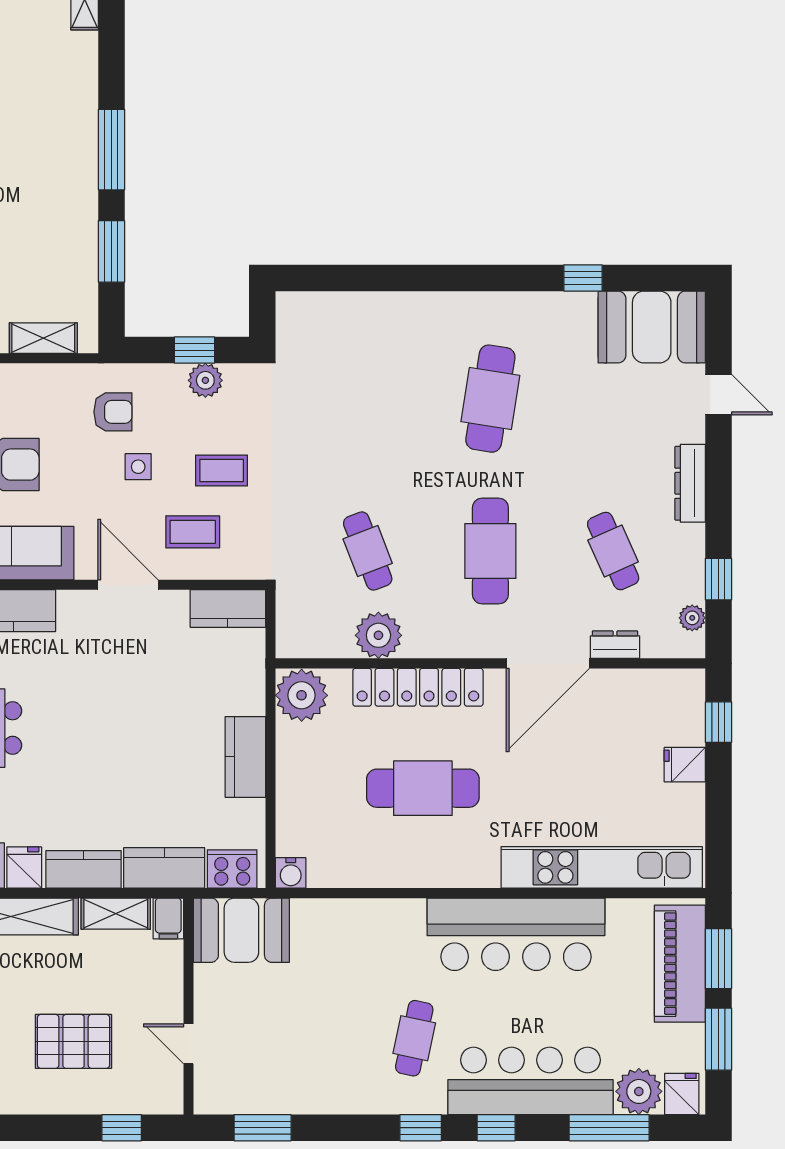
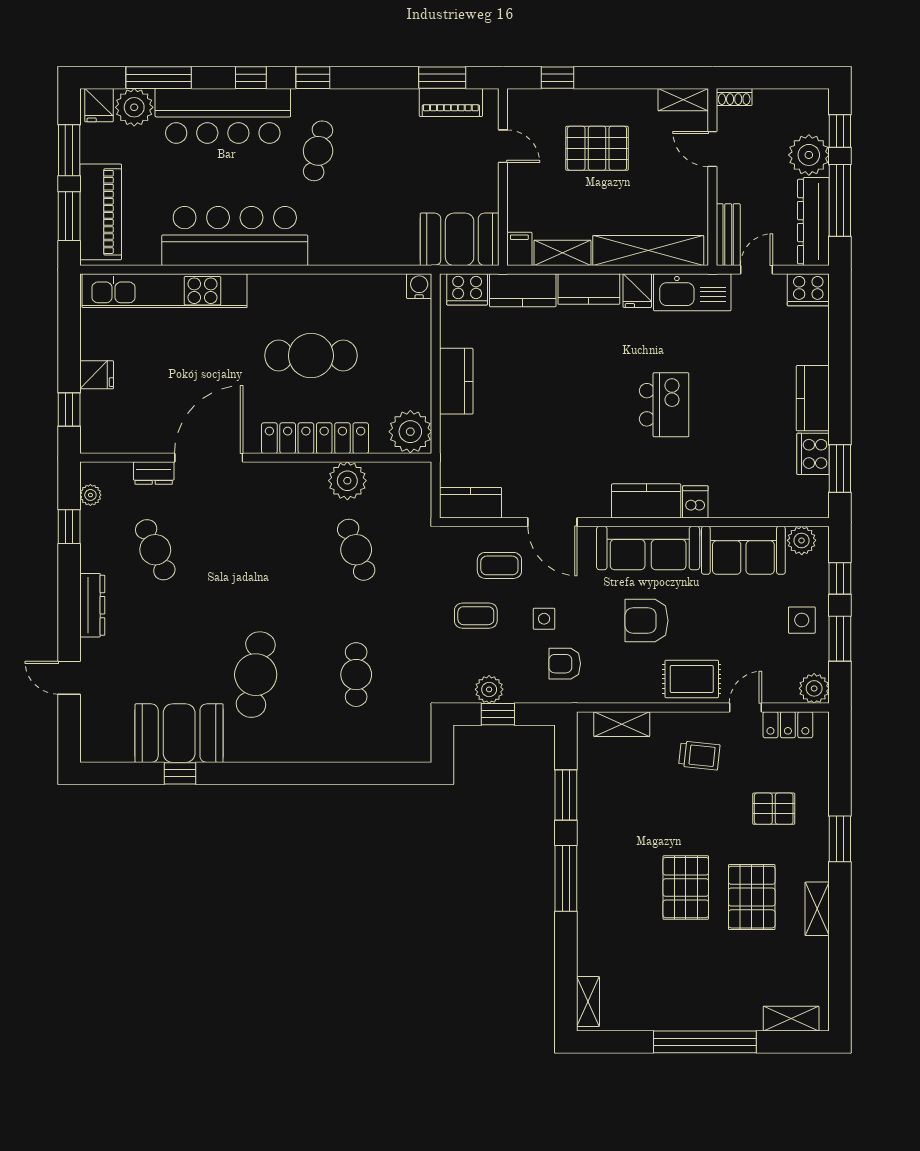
booth: (652, 327) -> (179, 733), moved
cafe table: (490, 551) -> (356, 675), moved, width x0.73, depth x0.74
piano: (252, 1097) -> (451, 102), added

